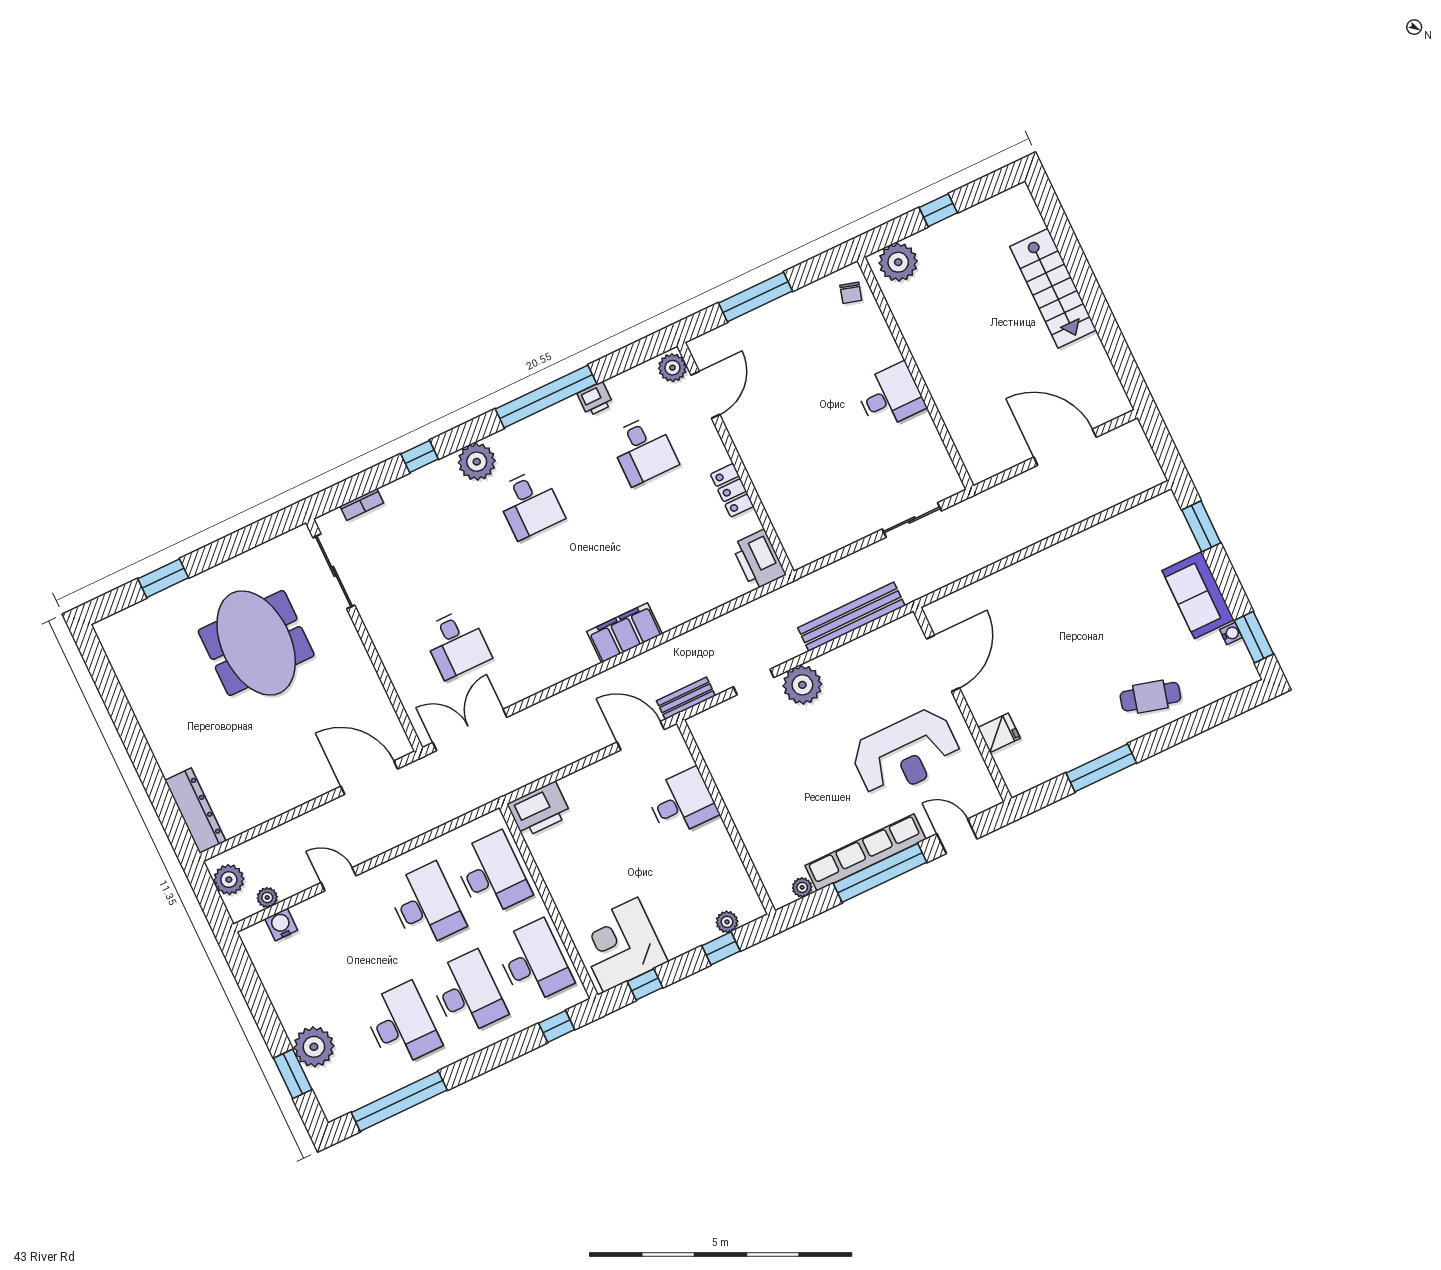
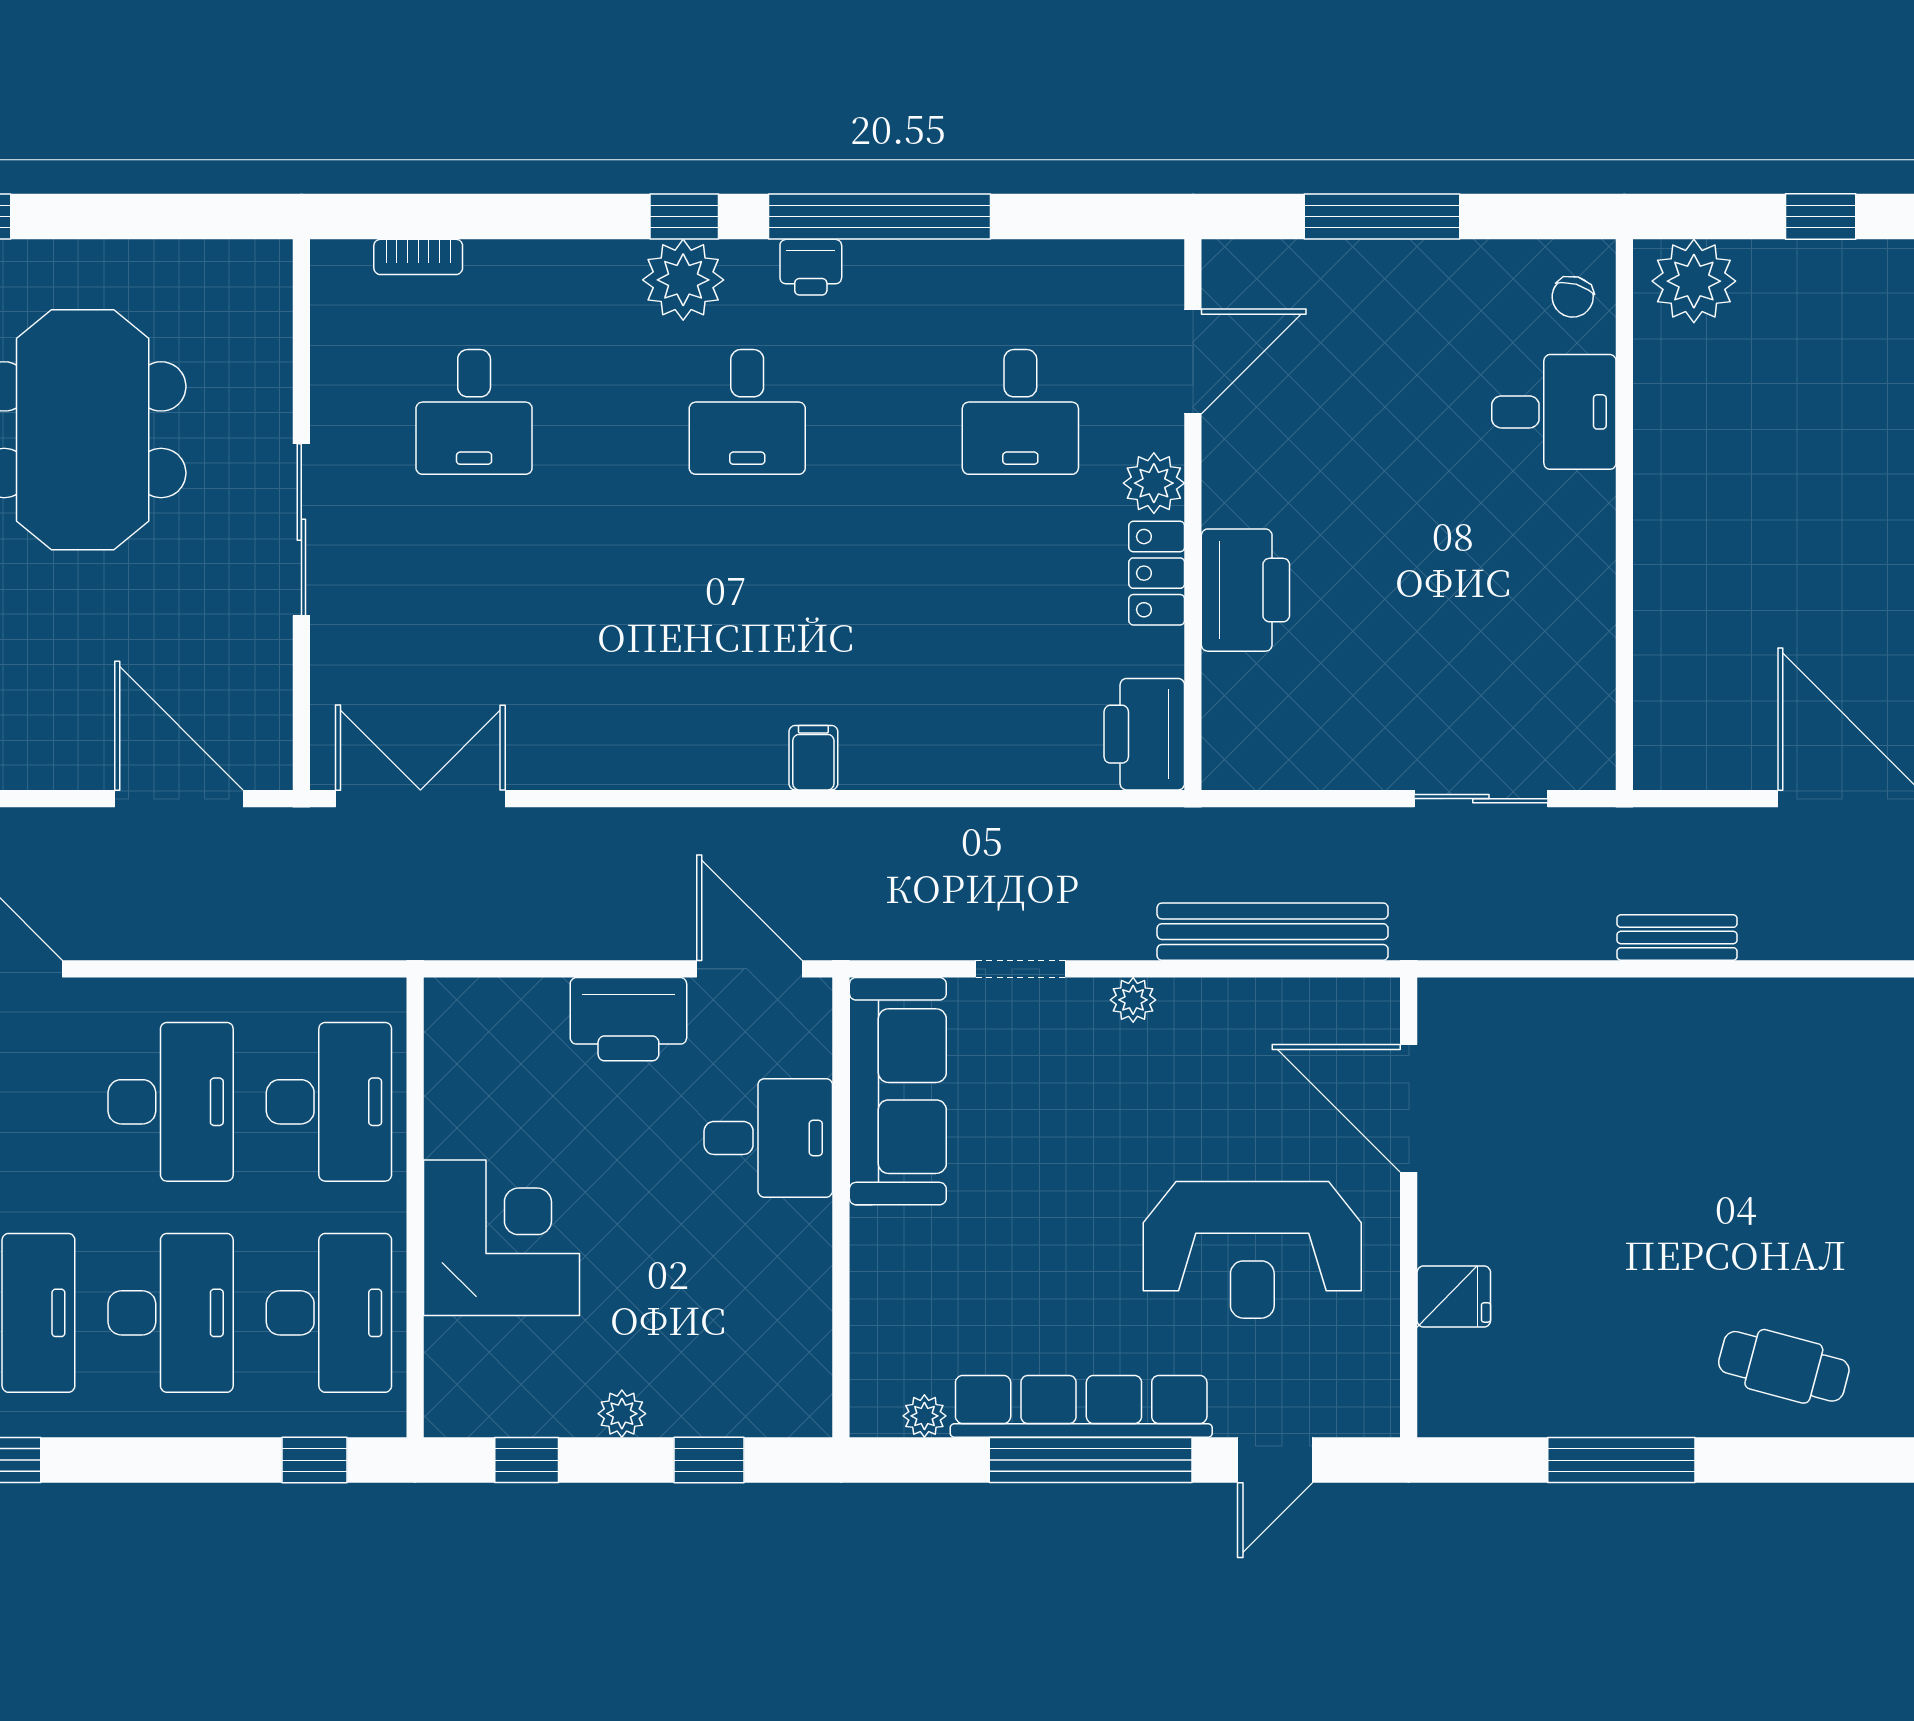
plant: (672, 368) -> (1154, 483), moved
desk: (890, 396) -> (1554, 412), moved
printer: (595, 399) -> (811, 267), moved
window: (420, 457) -> (684, 217), moved
printer: (772, 480) -> (1245, 590), added
sliding door: (334, 571) -> (301, 530), moved
filing cabinet: (624, 633) -> (813, 758), width x0.33, depth x0.86
desk: (456, 644) -> (474, 412), moved
door: (943, 663) -> (1409, 1108), swing flipped
plant: (802, 685) -> (1133, 1000), width x0.53, depth x0.53
bench: (686, 698) -> (1677, 938), moved
sofa: (727, 757) -> (898, 1091), added
printer: (539, 810) -> (628, 1019), moved
door: (957, 836) -> (1275, 1460), swing flipped
plant: (727, 922) -> (622, 1414), moved
corner desk: (621, 945) -> (501, 1238), moved, turned 90

